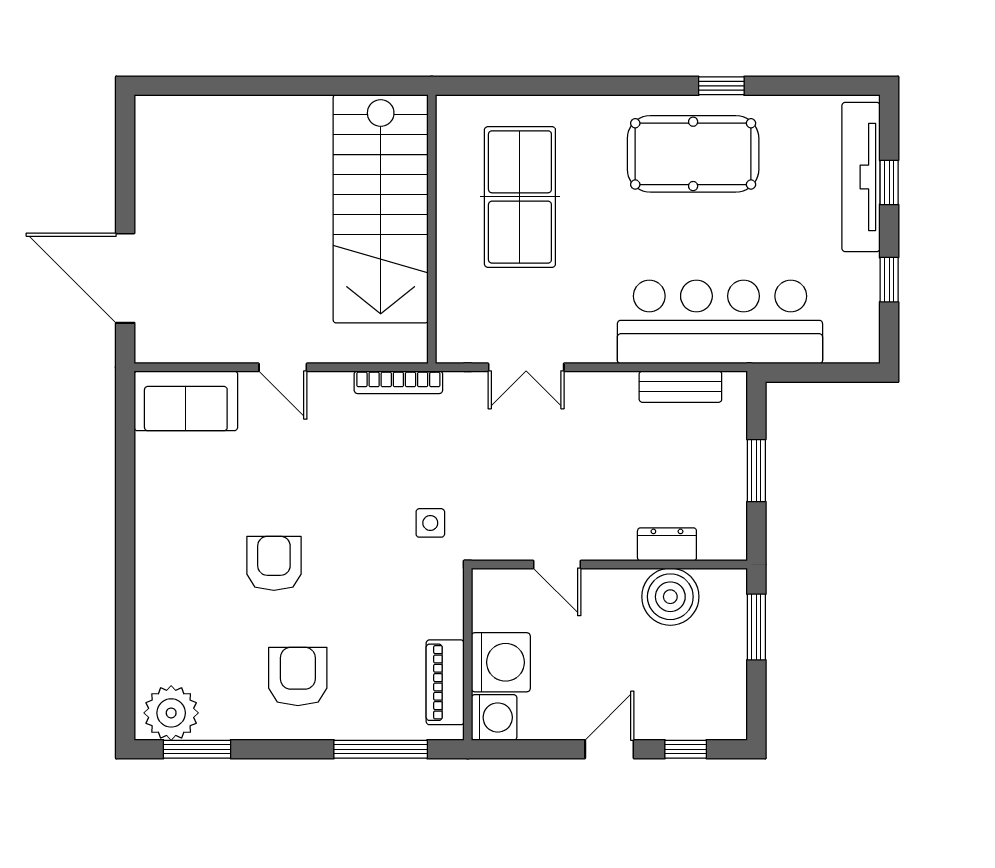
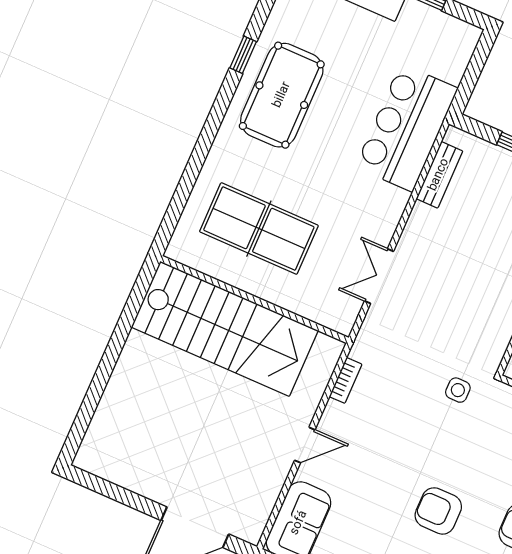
bar counter: (720, 322) -> (407, 128), width x0.73
double door: (526, 367) -> (379, 276), swing flipped
bookcase: (398, 382) -> (346, 380), width x0.64

